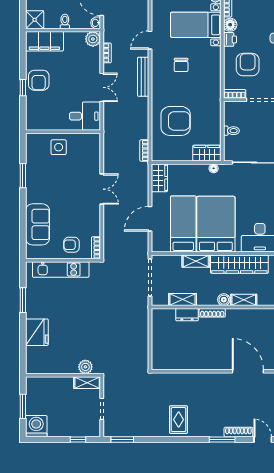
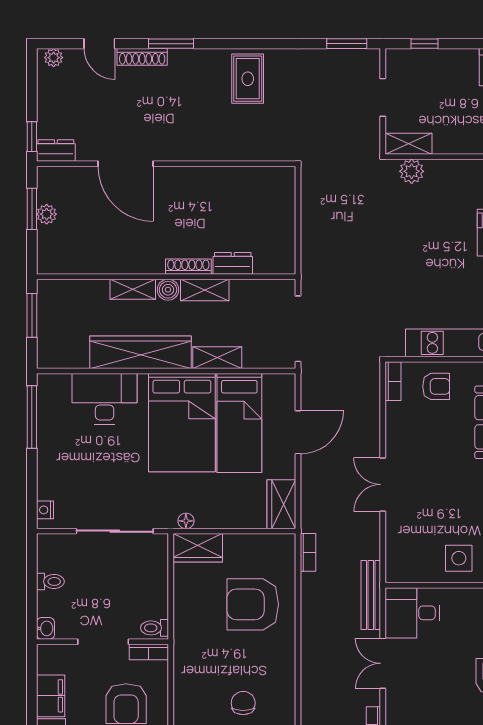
bench: (143, 77) -> (371, 595), moved
toilet: (231, 131) -> (155, 628), moved
shelving: (183, 300) -> (205, 290), moved

